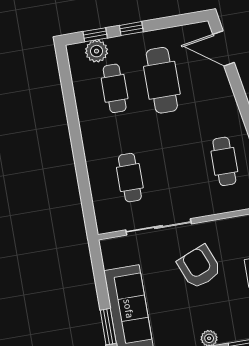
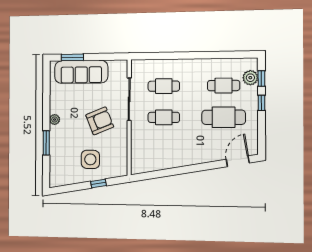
cafe table: (224, 161) -> (164, 117), moved

